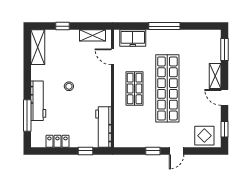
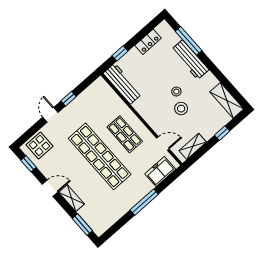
stool: (77, 71) -> (181, 109), added

